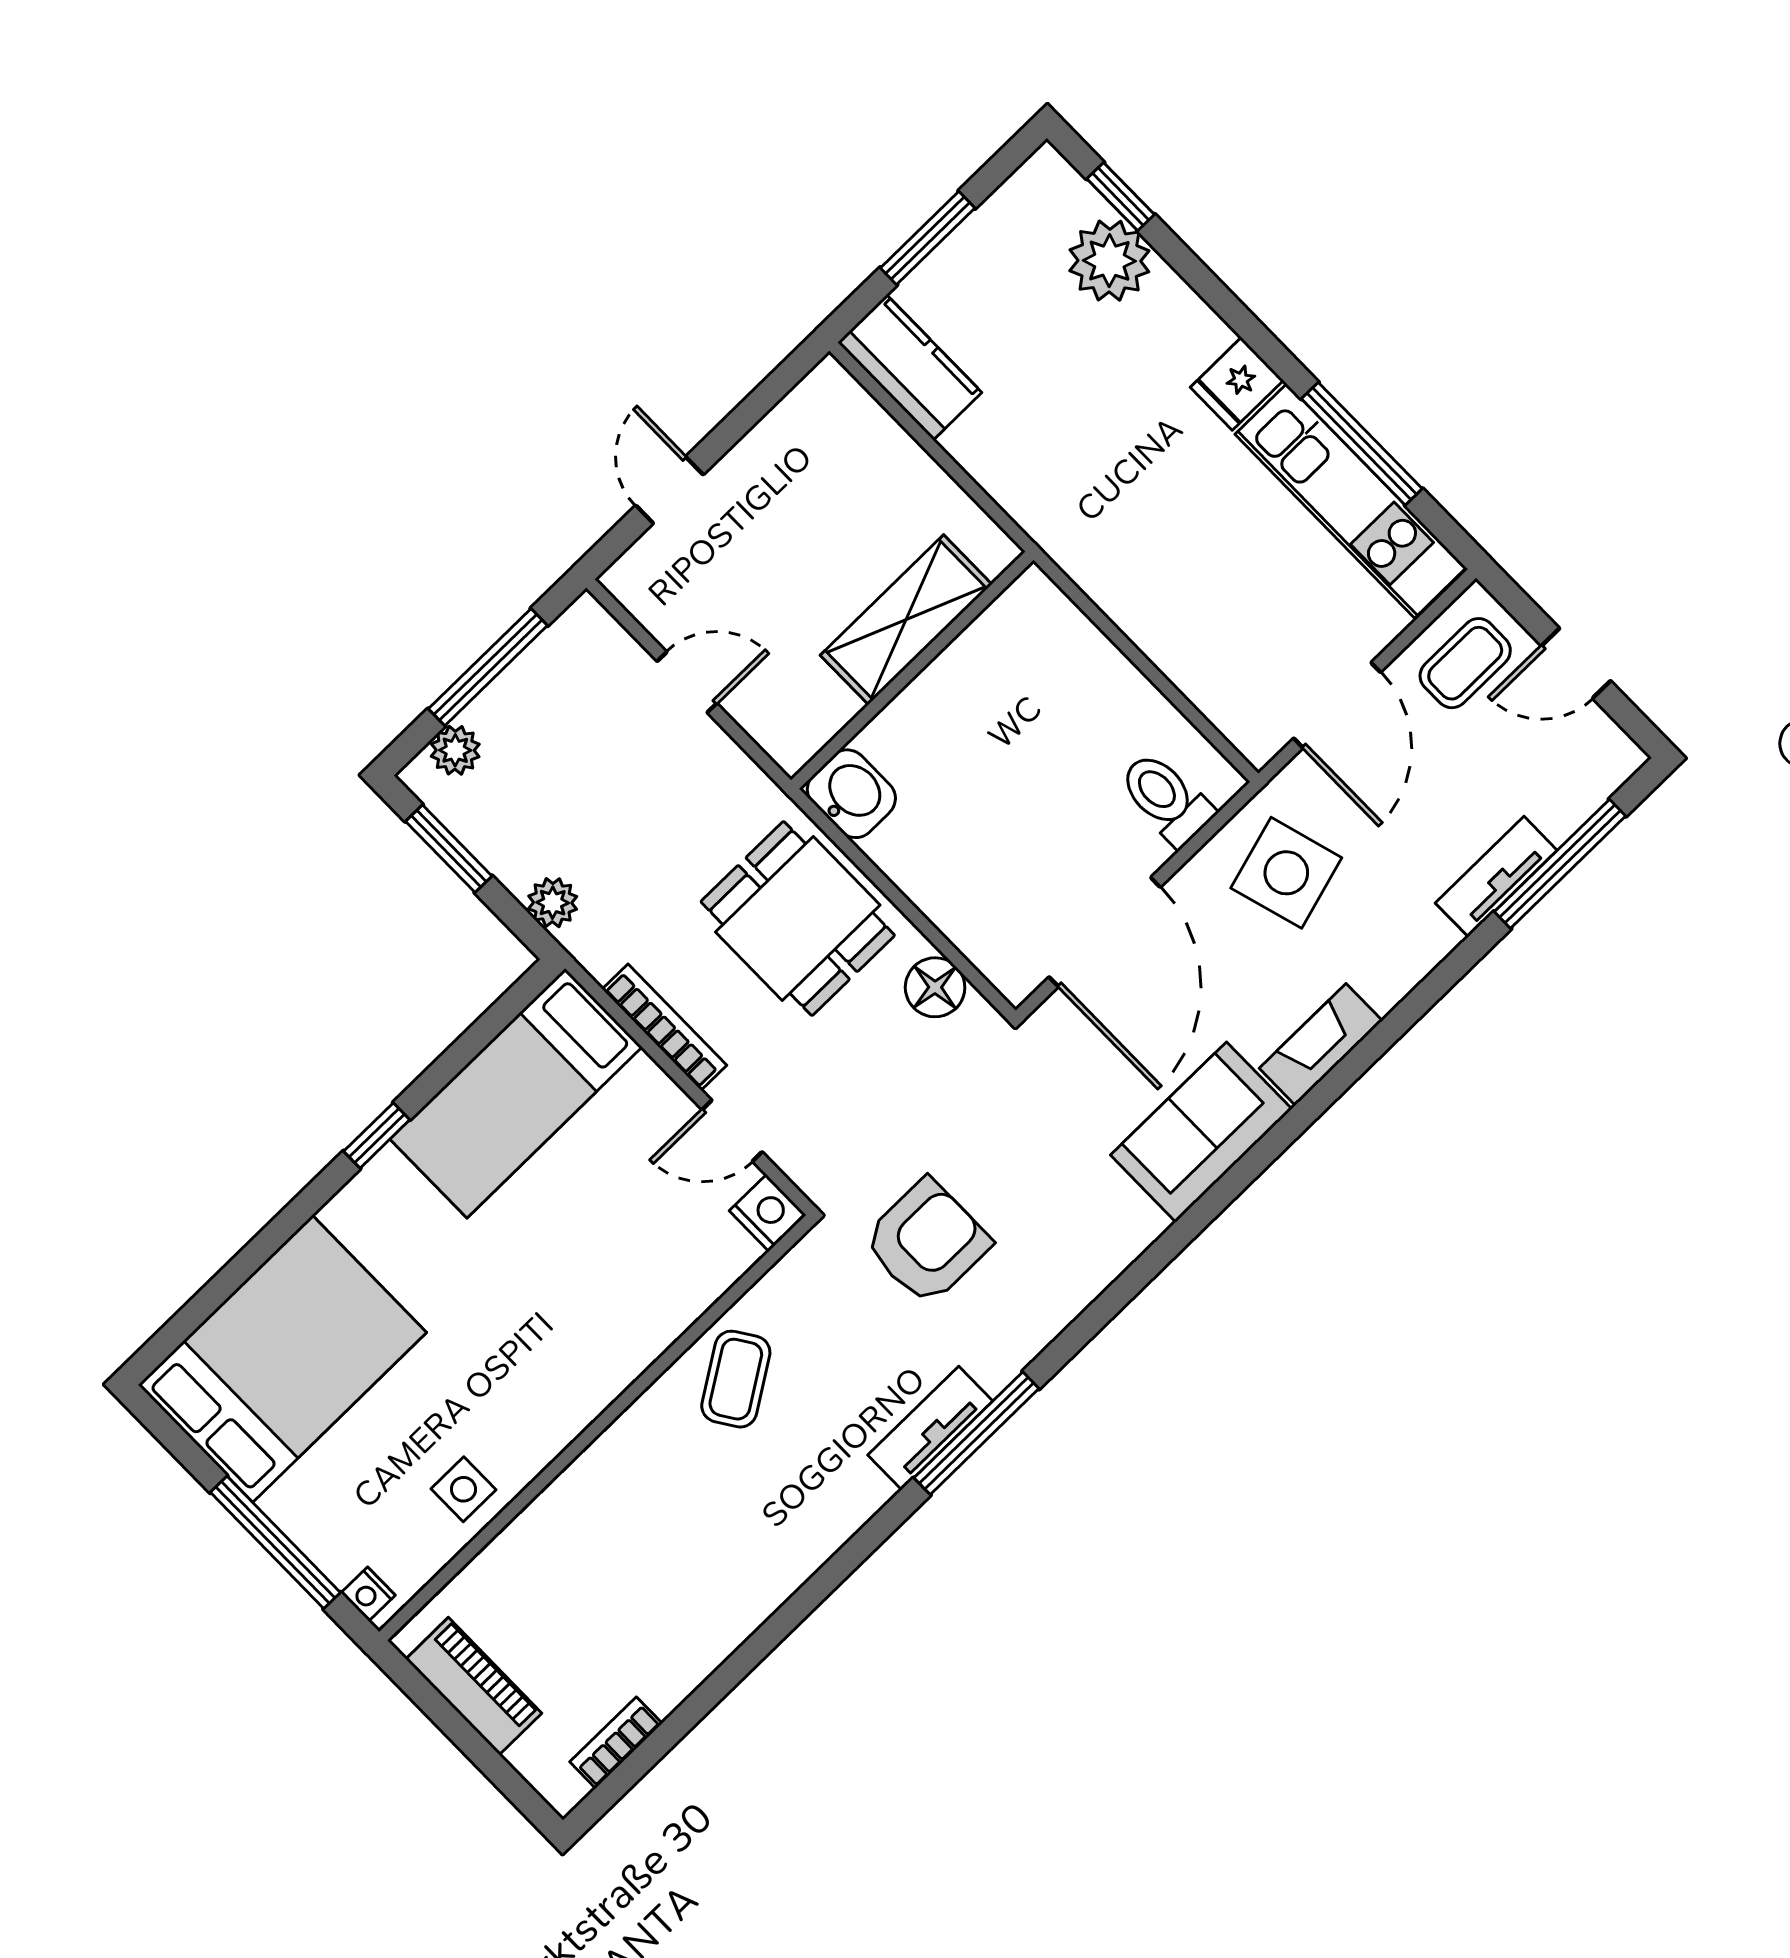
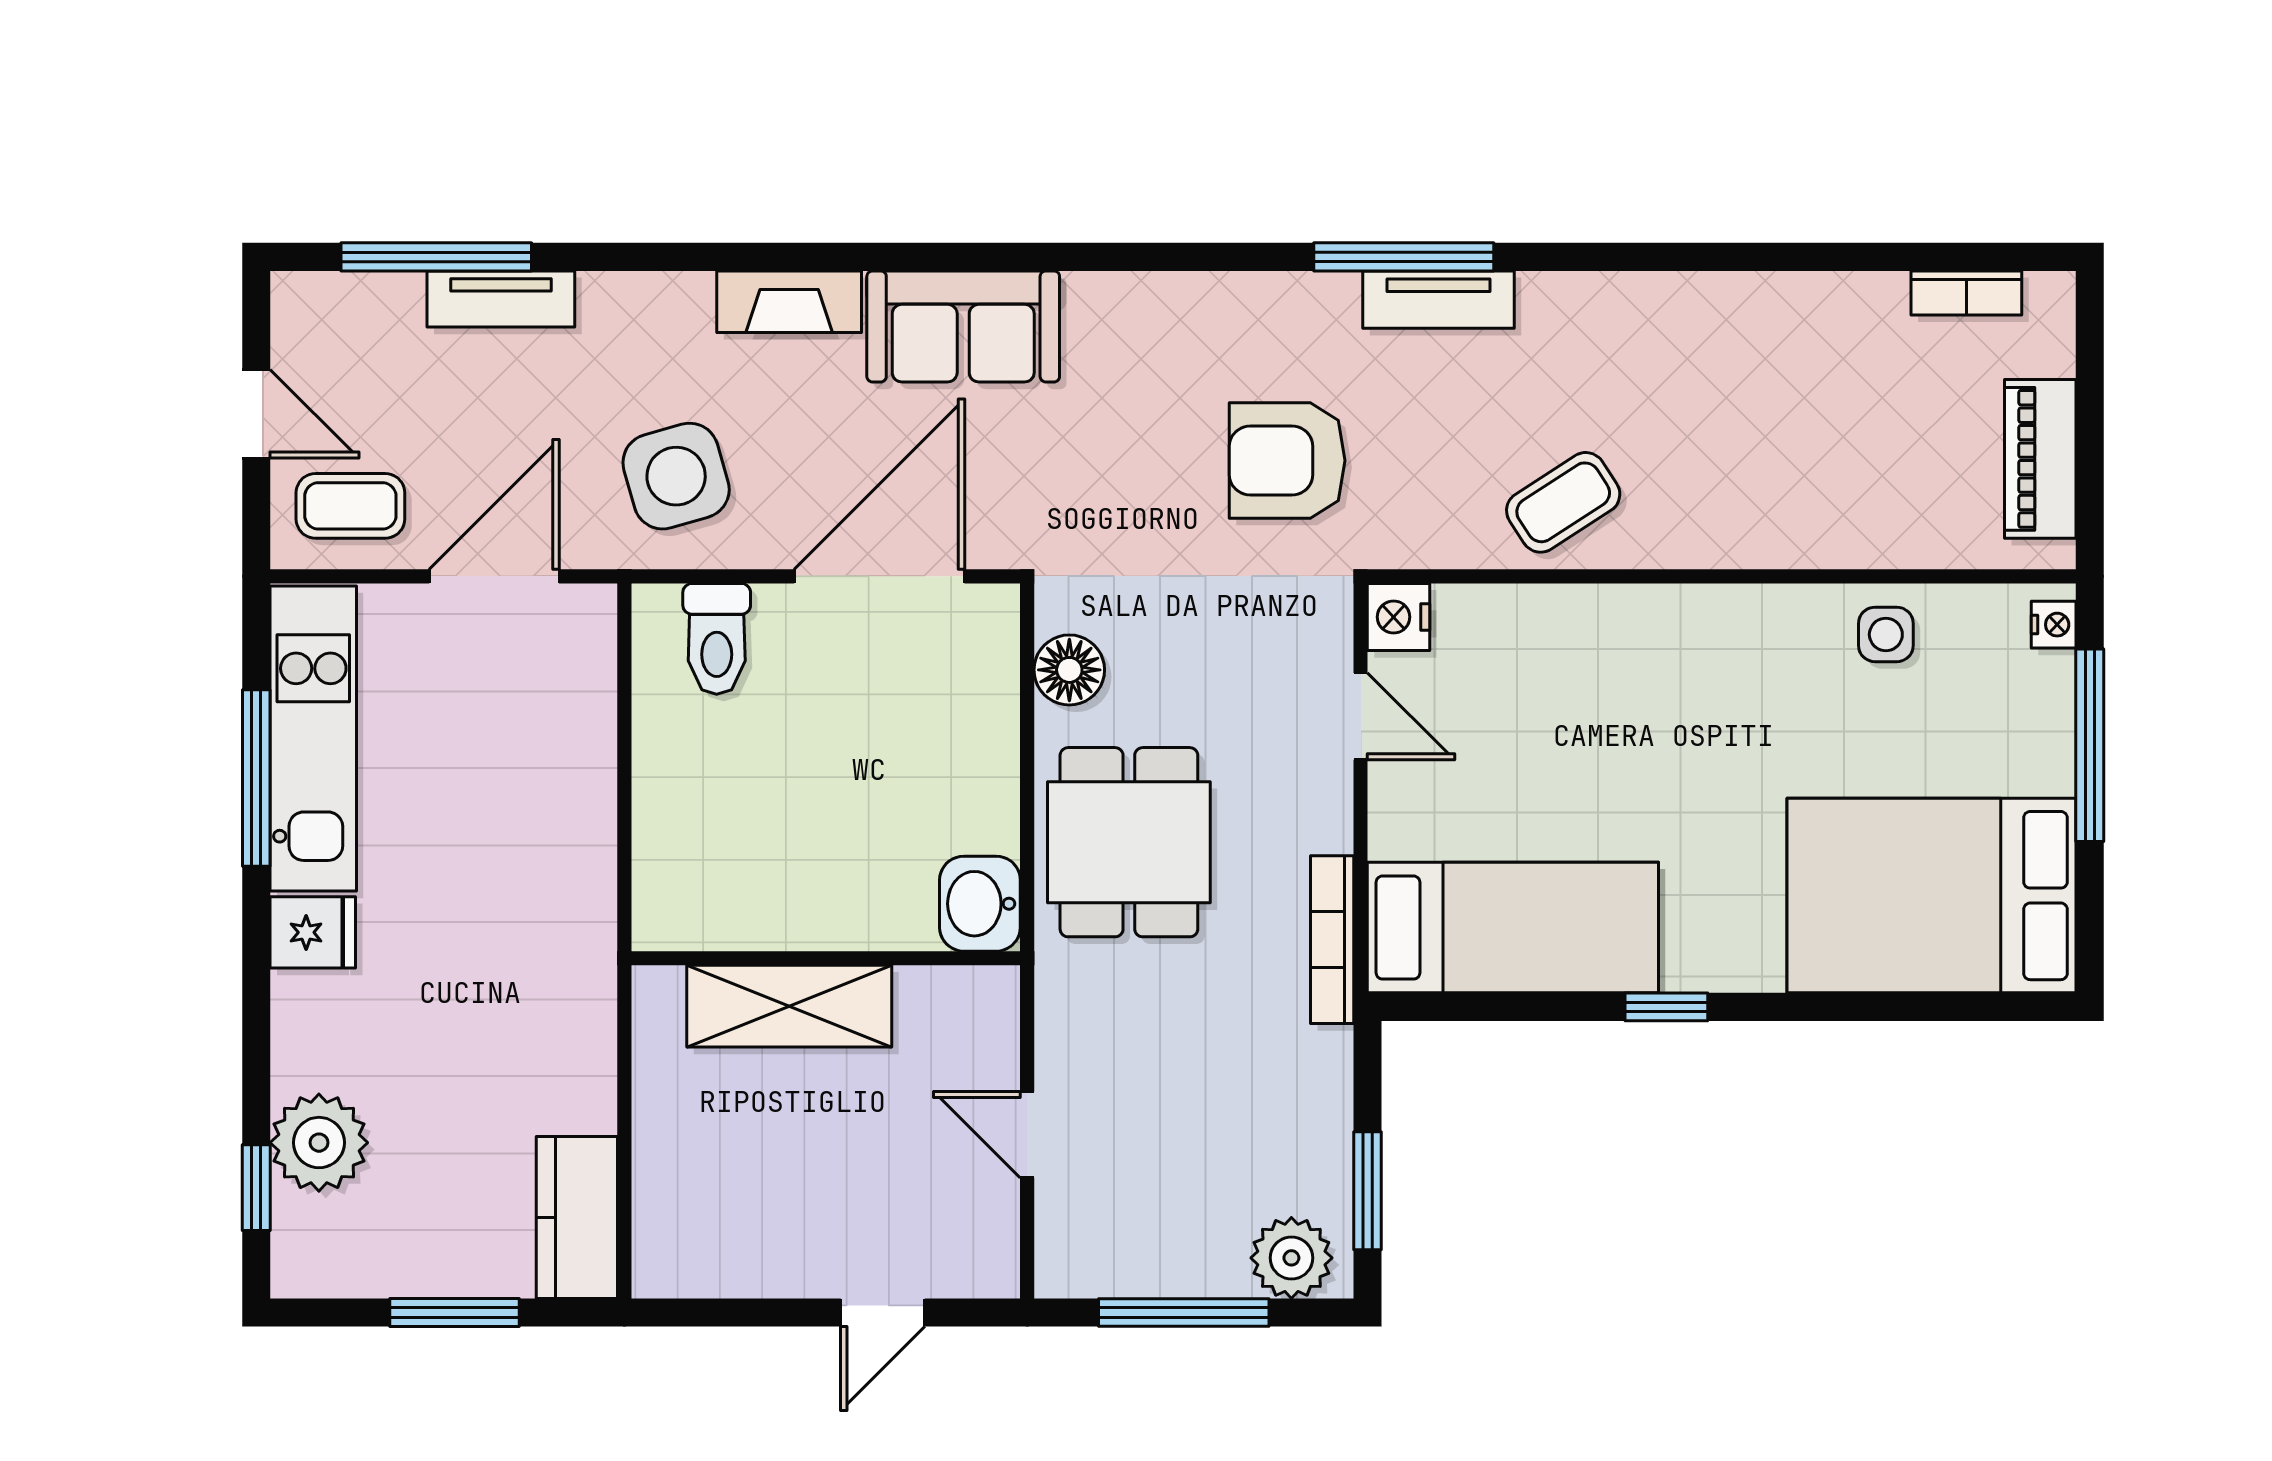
plant: (455, 750) -> (1291, 1258), width x1.38, depth x1.38
plant: (553, 903) -> (1324, 1059), removed
bookcase: (664, 1027) -> (1332, 940), moved

